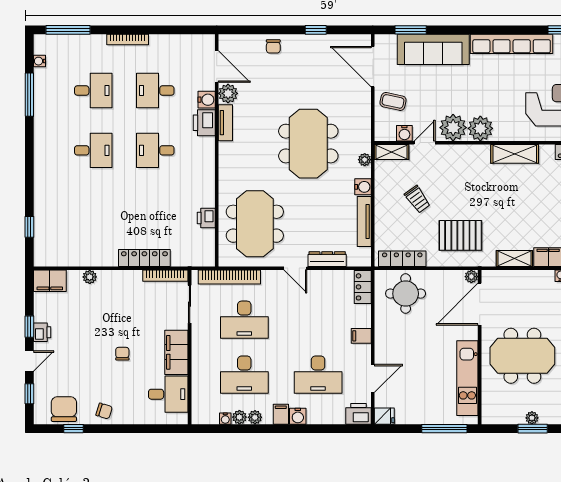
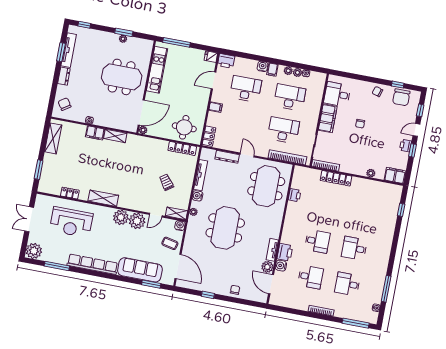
water cooler: (404, 133) -> (180, 226), moved
pallet: (460, 235) -> (145, 156), removed

